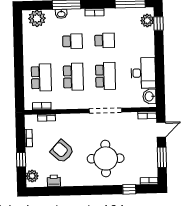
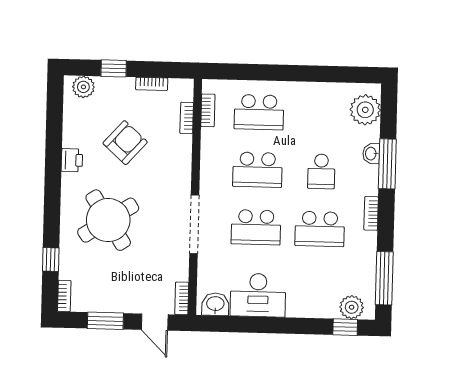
school desk: (105, 40) -> (320, 229), width x1.85
round table: (106, 158) -> (108, 220), turned -33
printer: (54, 181) -> (72, 160), moved

